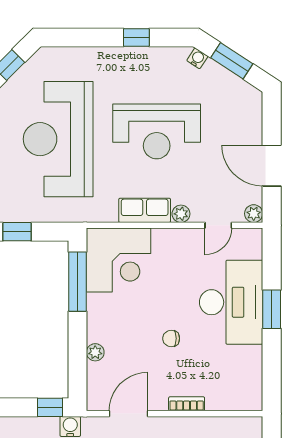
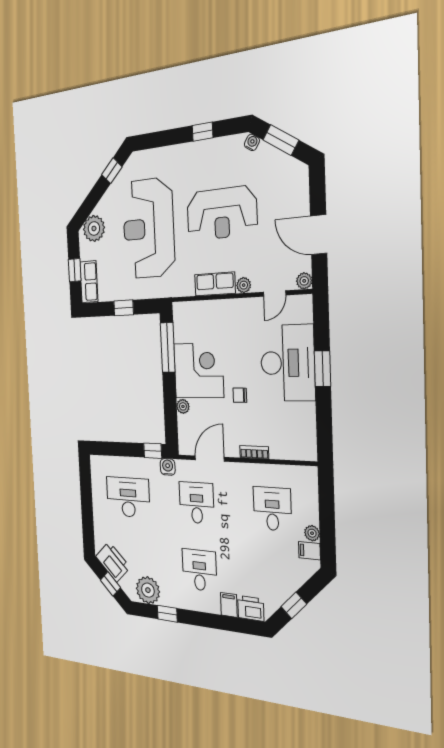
corner desk: (119, 260) -> (199, 371), moved, turned -90

